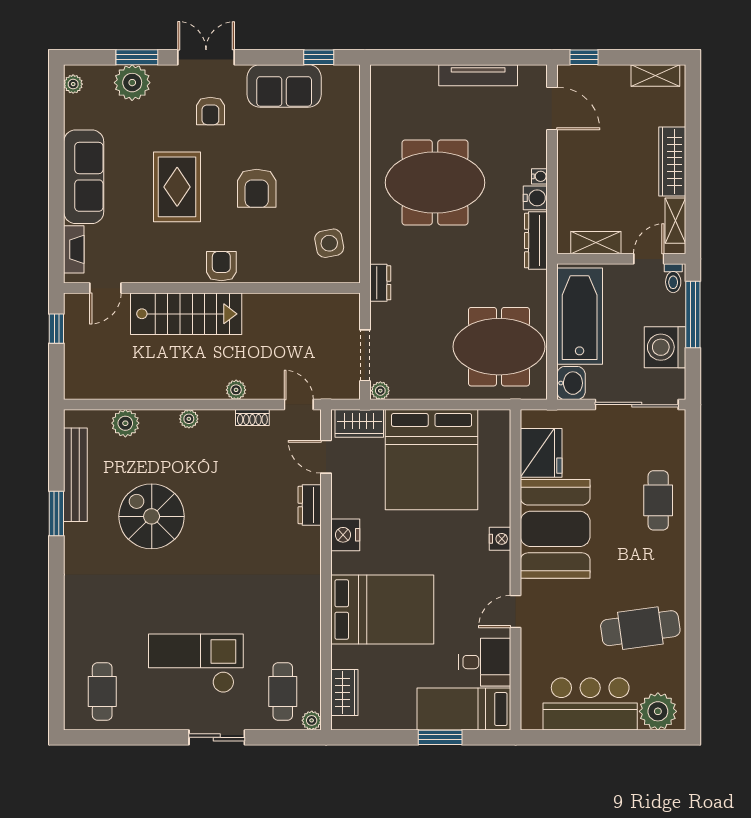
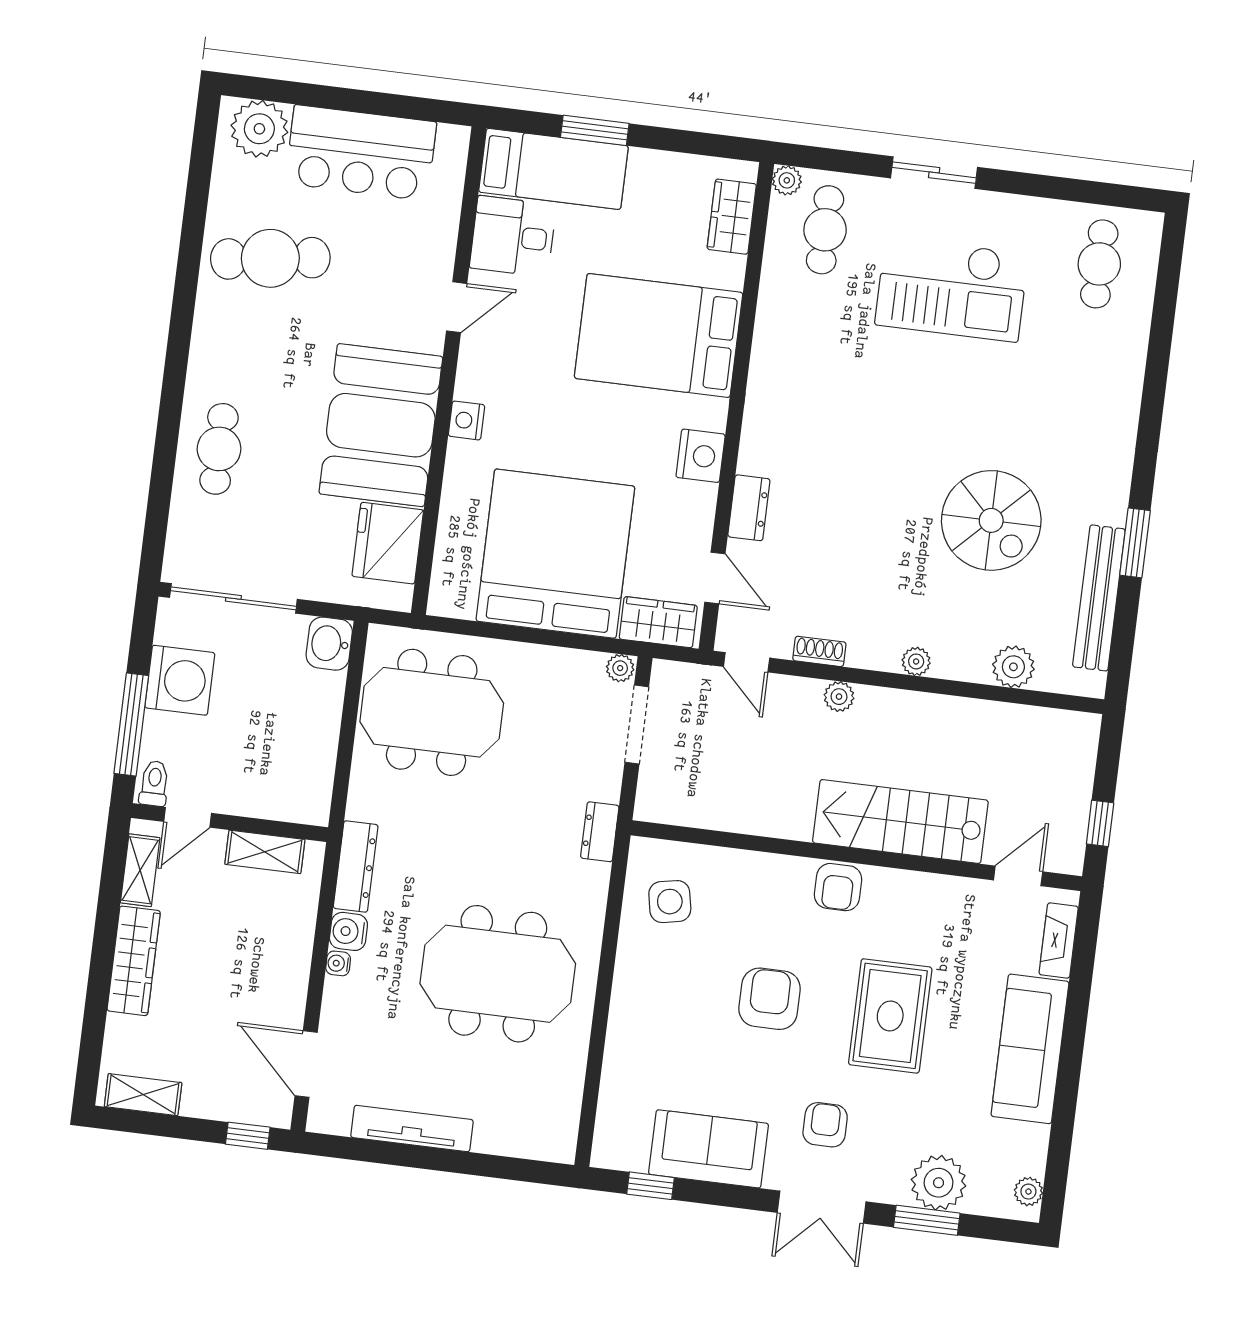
bathtub: (580, 316) -> (304, 744), removed

